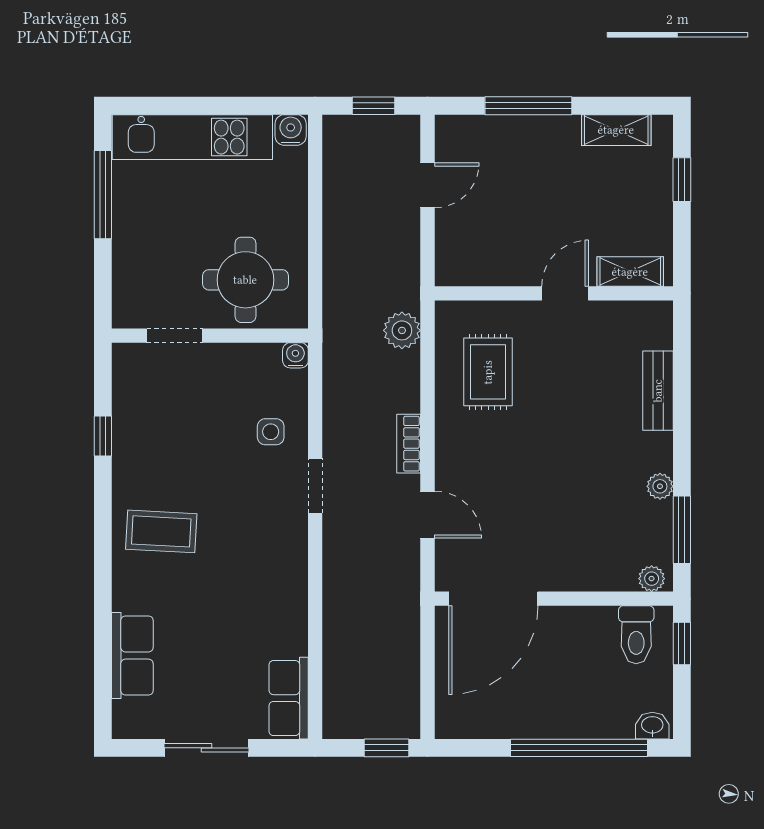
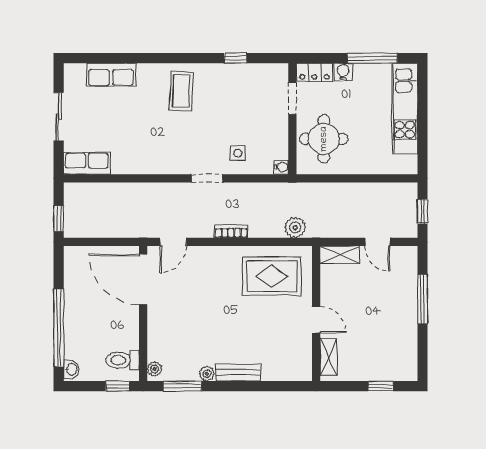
water cooler: (291, 130) -> (343, 72), moved, turned -90
shelving: (616, 130) -> (340, 255), moved, turned 90
locker: (128, 296) -> (315, 72), added
rug: (488, 372) -> (272, 276), width x1.36, depth x1.43
bench: (658, 391) -> (238, 373), moved
door: (427, 515) -> (173, 242), moved

